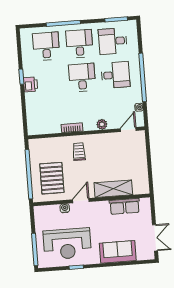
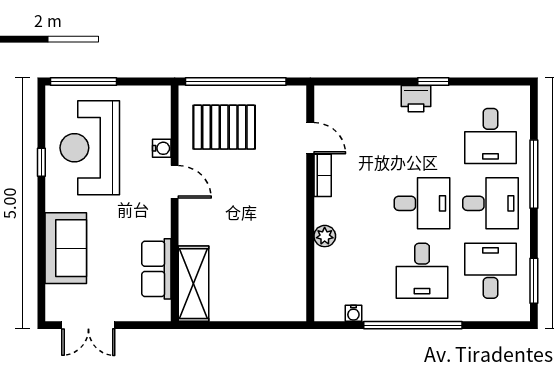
desk: (46, 46) -> (490, 136), turned 90
door: (128, 130) -> (310, 138), moved
trolley: (79, 152) -> (273, 186), removed
shelving: (113, 189) -> (193, 284), moved

